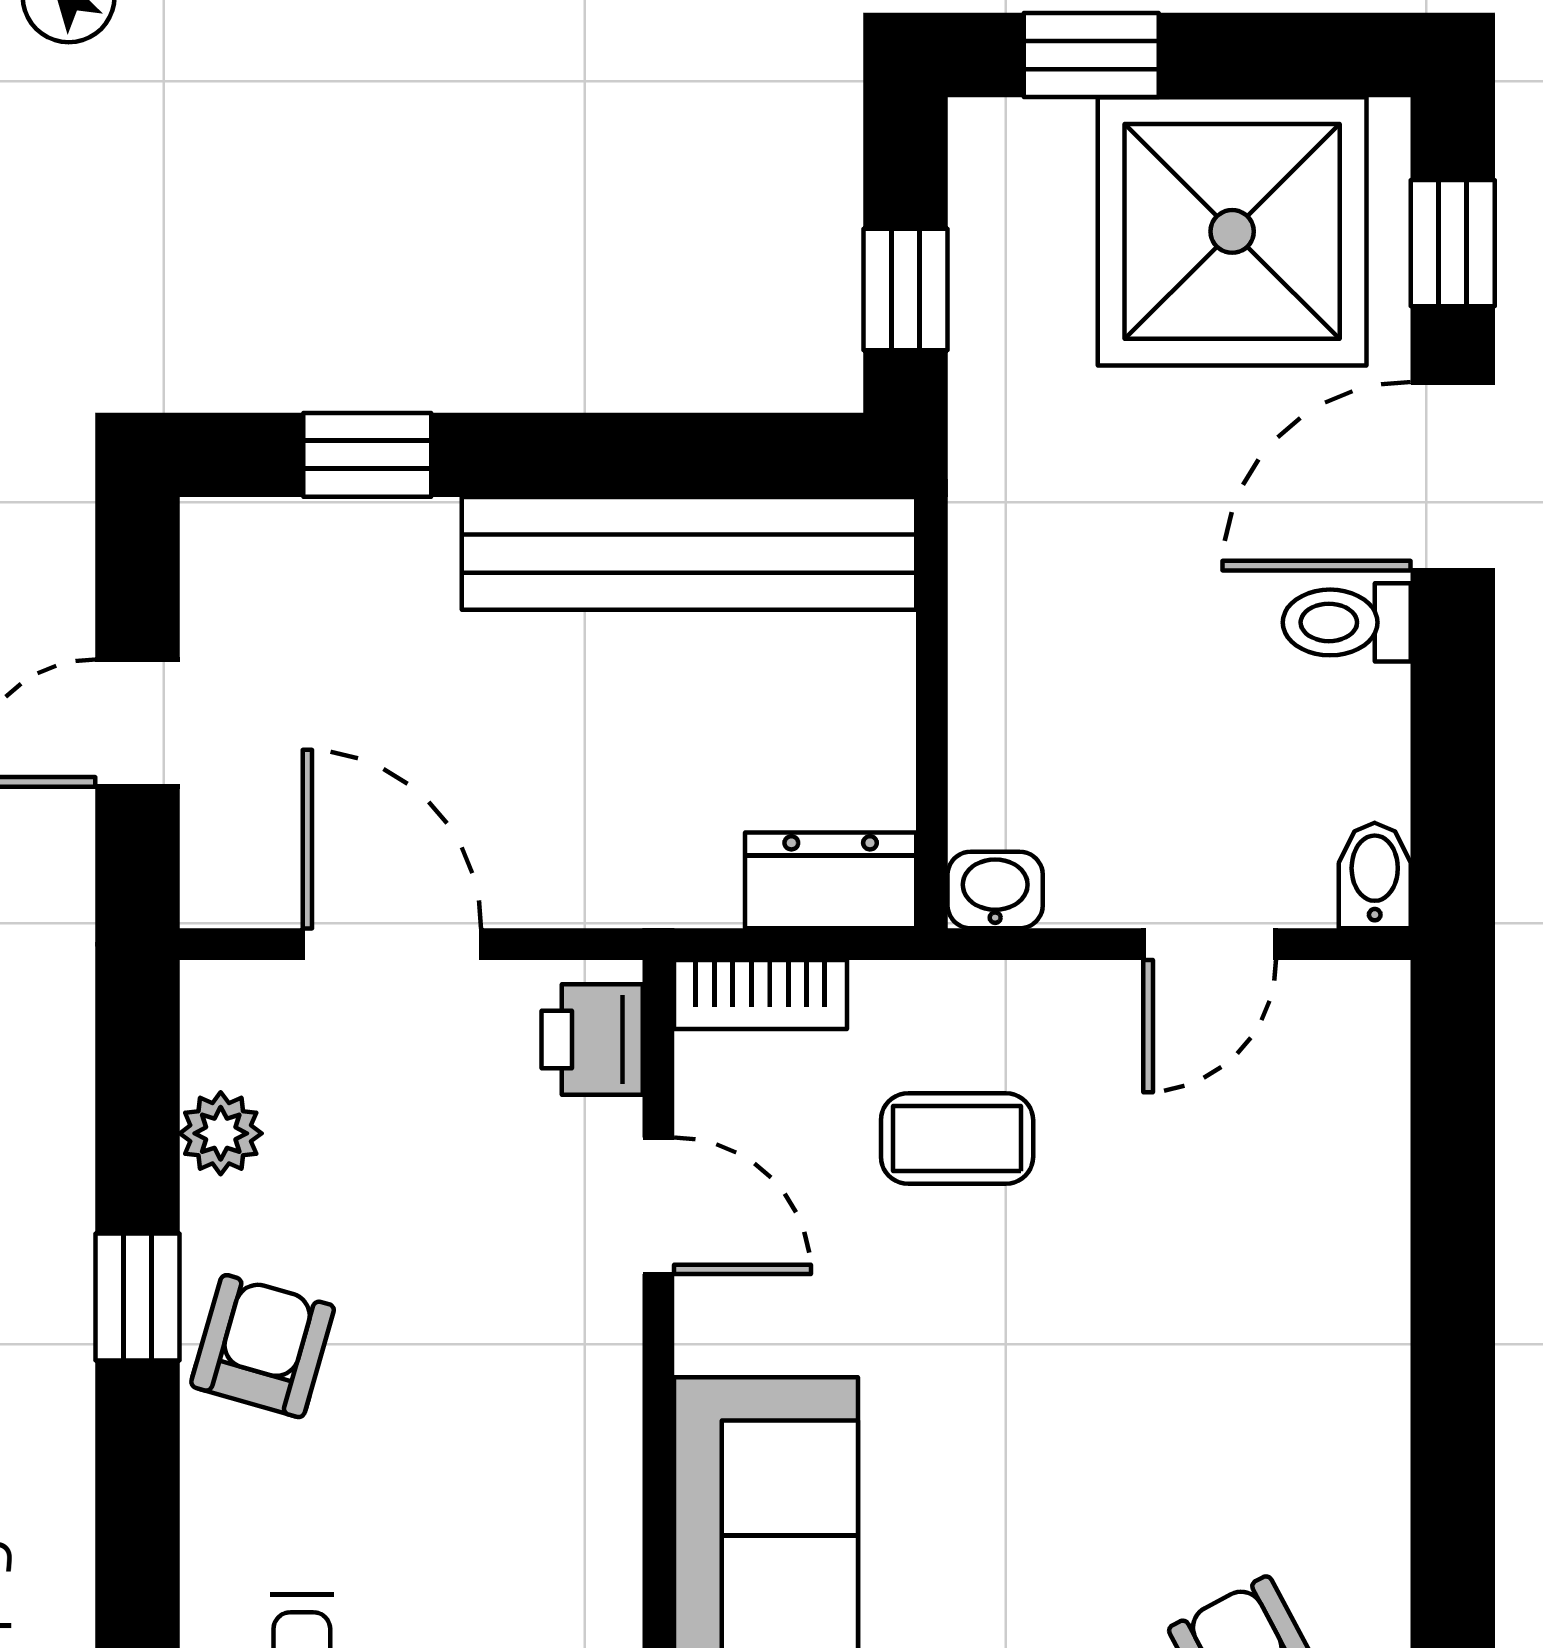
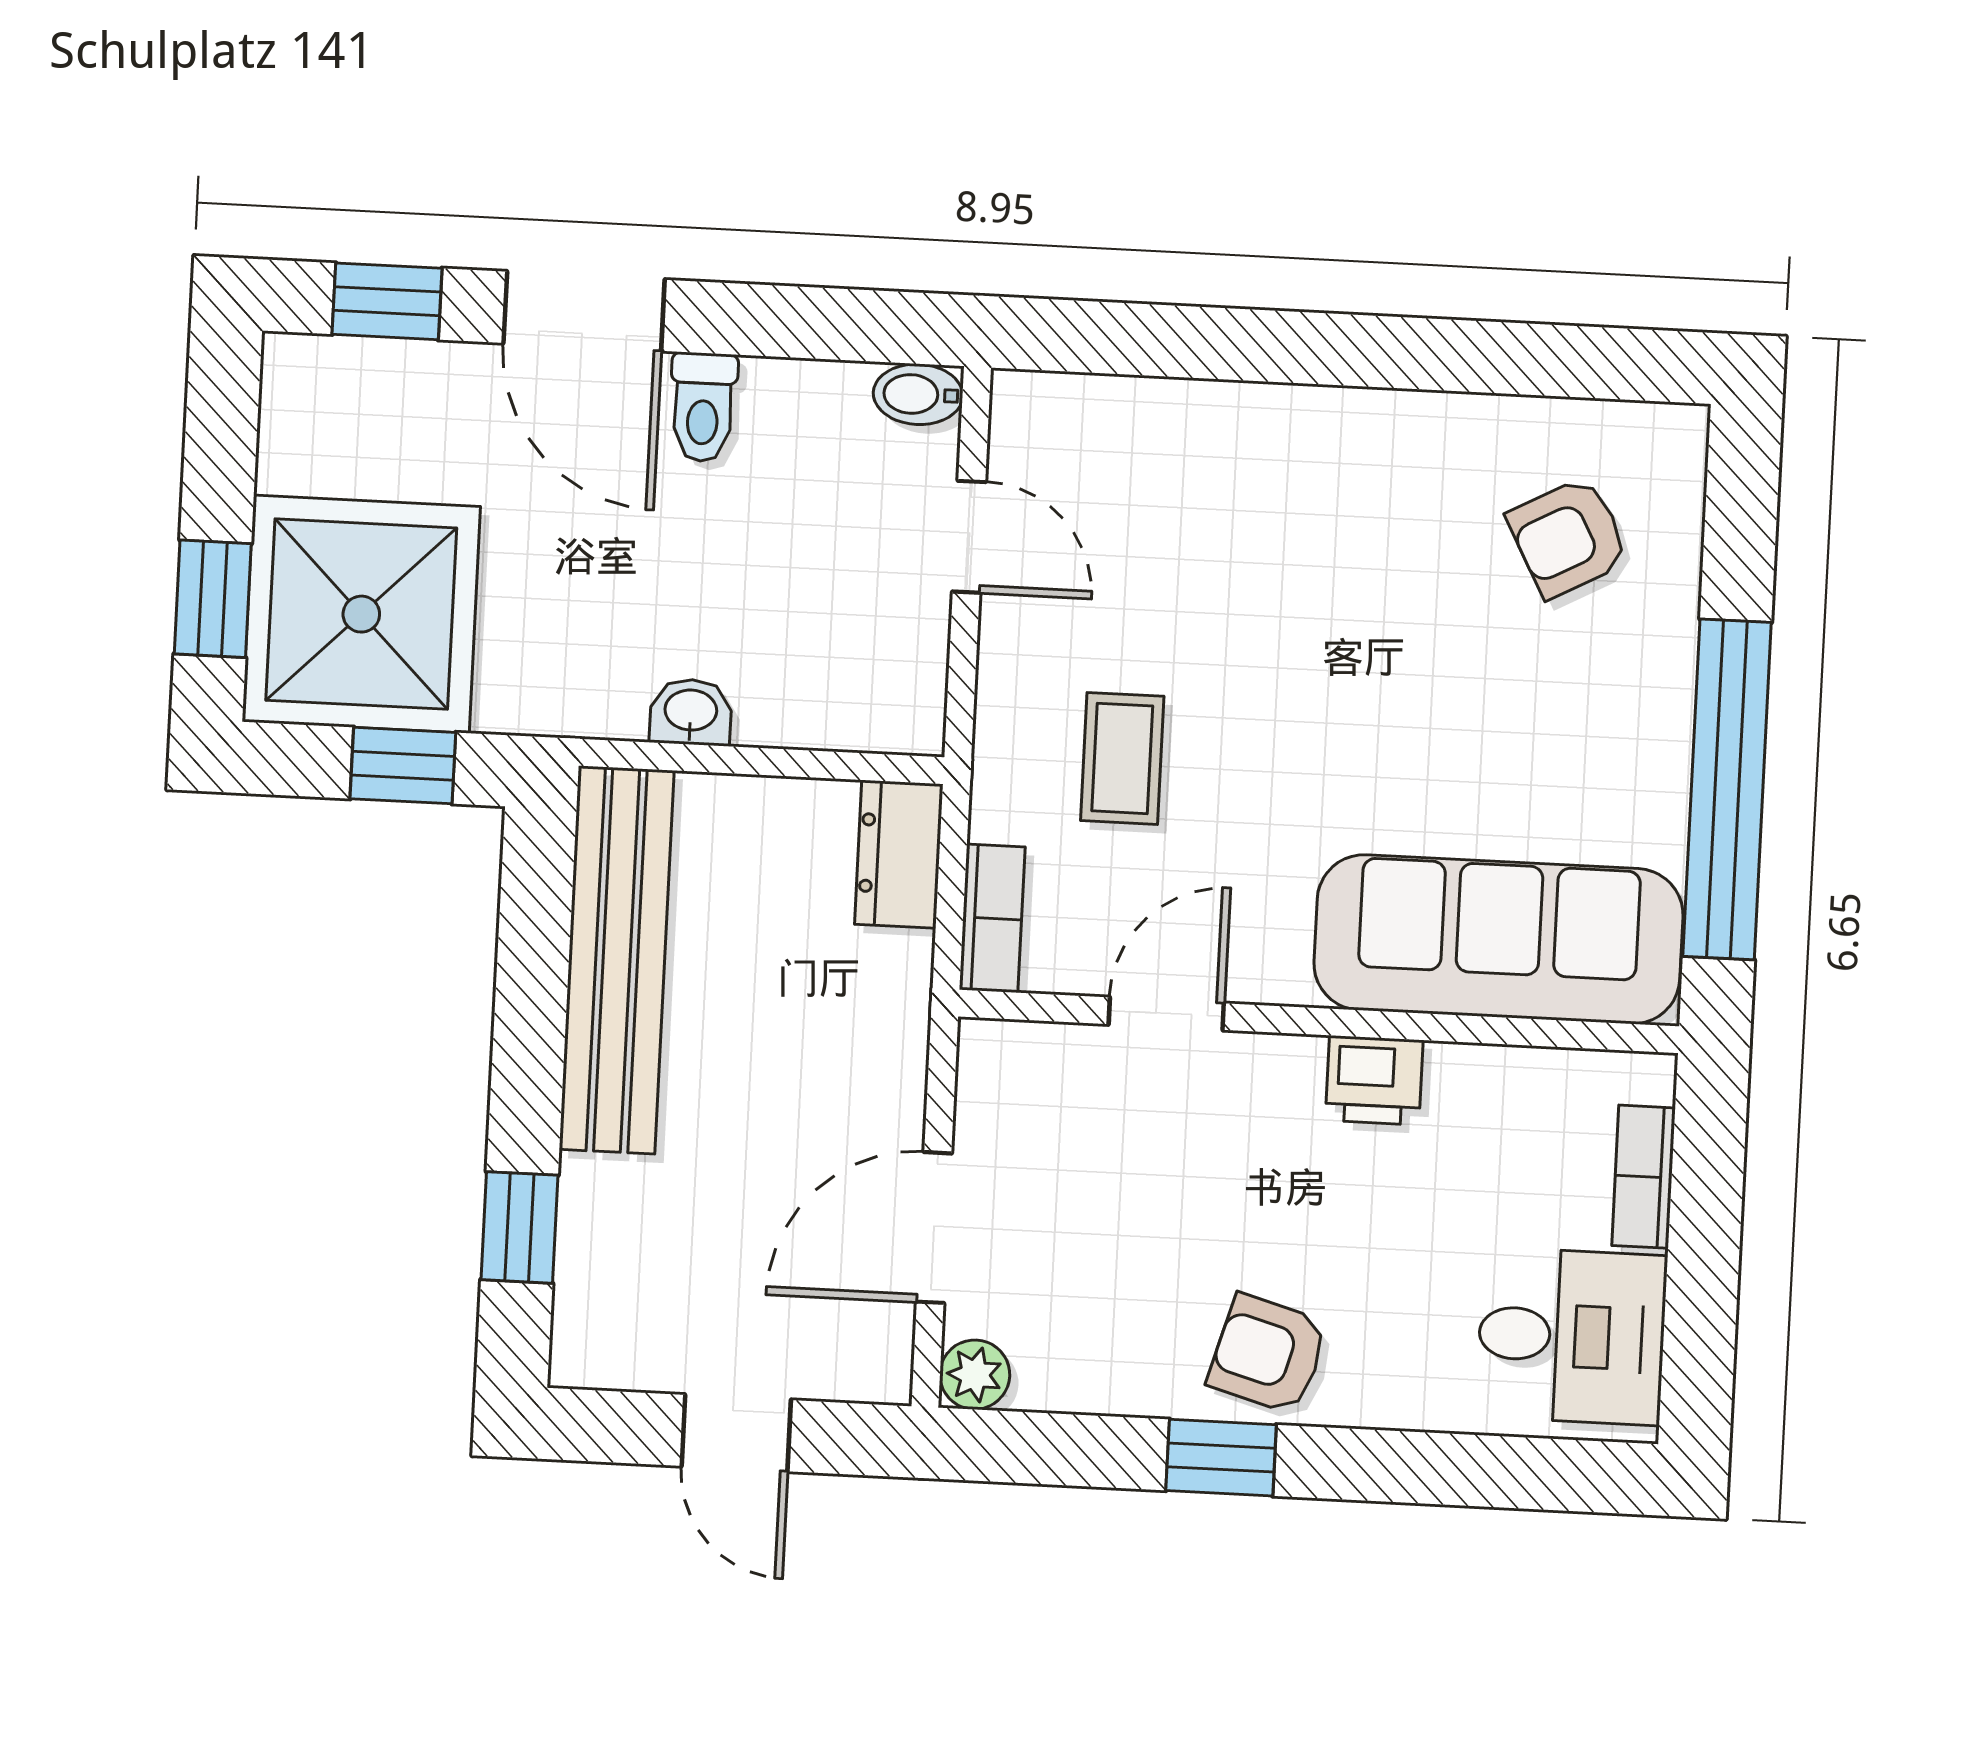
shower: (1232, 231) -> (361, 614), moved
washbasin: (995, 890) -> (691, 712), moved, turned 90
printer: (592, 1040) -> (1374, 1080), moved
plant: (221, 1133) -> (975, 1375), moved

